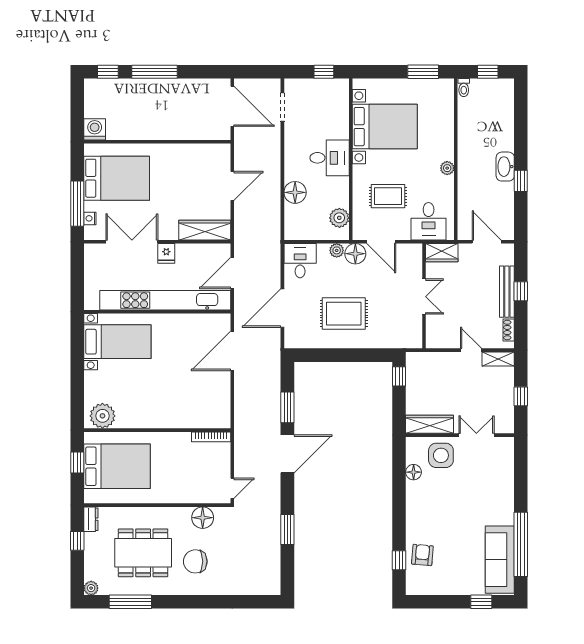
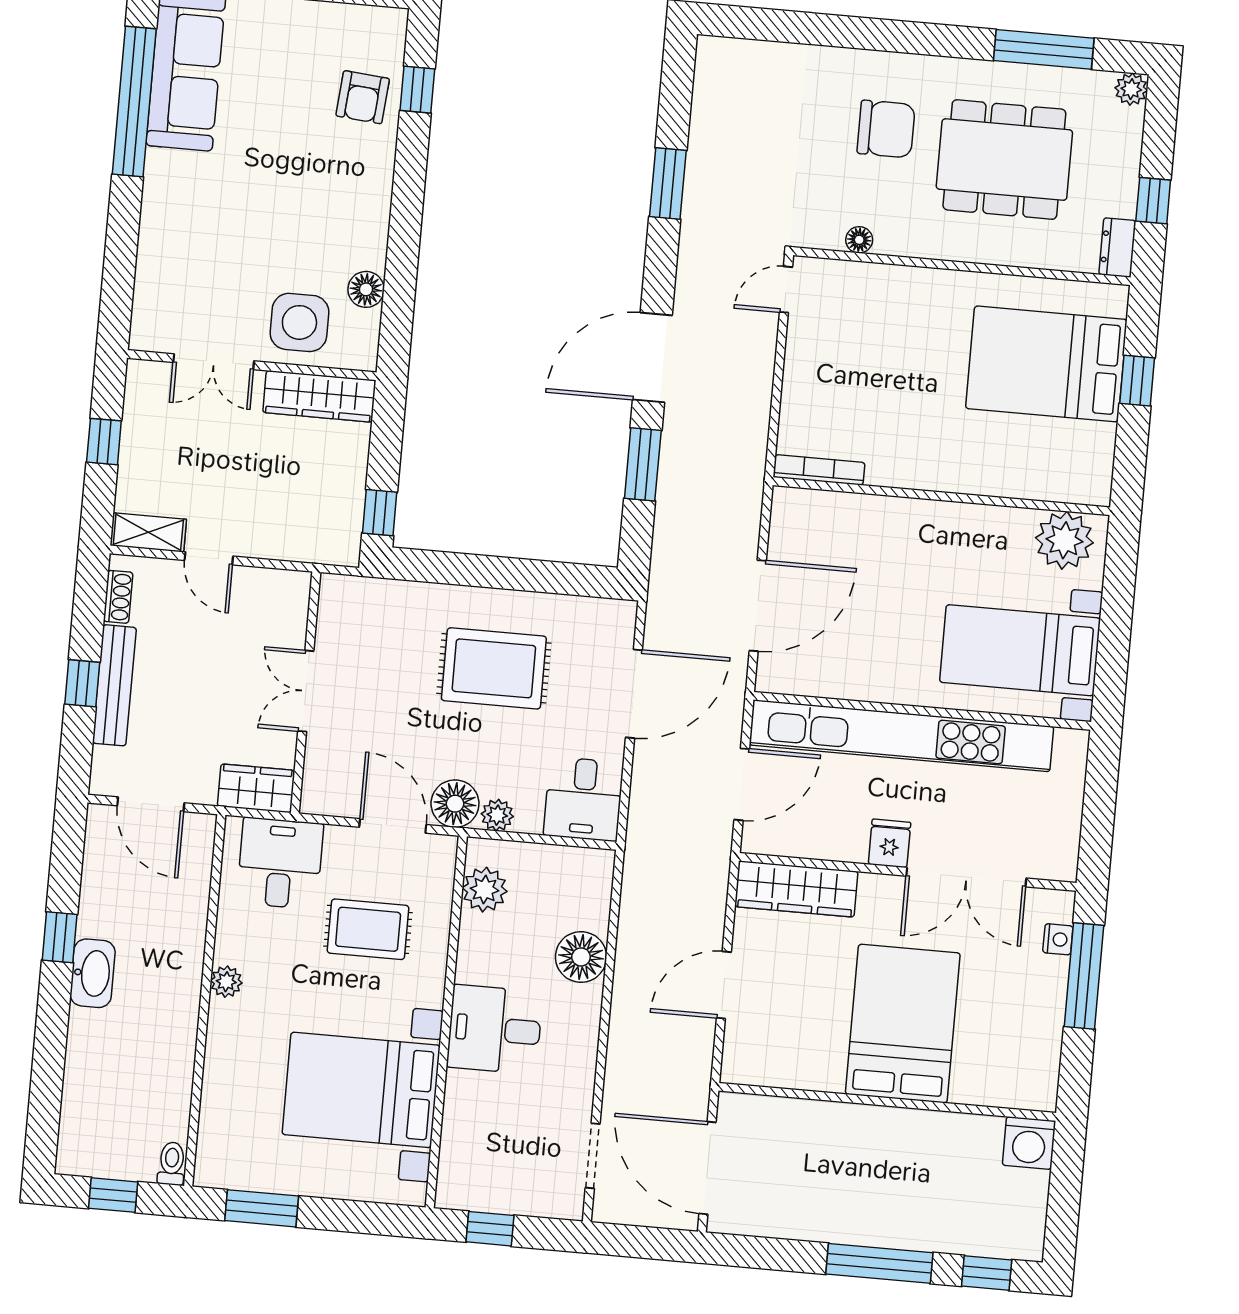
bed: (117, 178) -> (903, 1024), moved, turned 90
plant: (102, 416) -> (1064, 540), moved
wall: (157, 430) -> (941, 496), moved
bookcase: (211, 437) -> (819, 470), moved
floor lamp: (203, 518) -> (859, 240), width x0.53, depth x0.53

